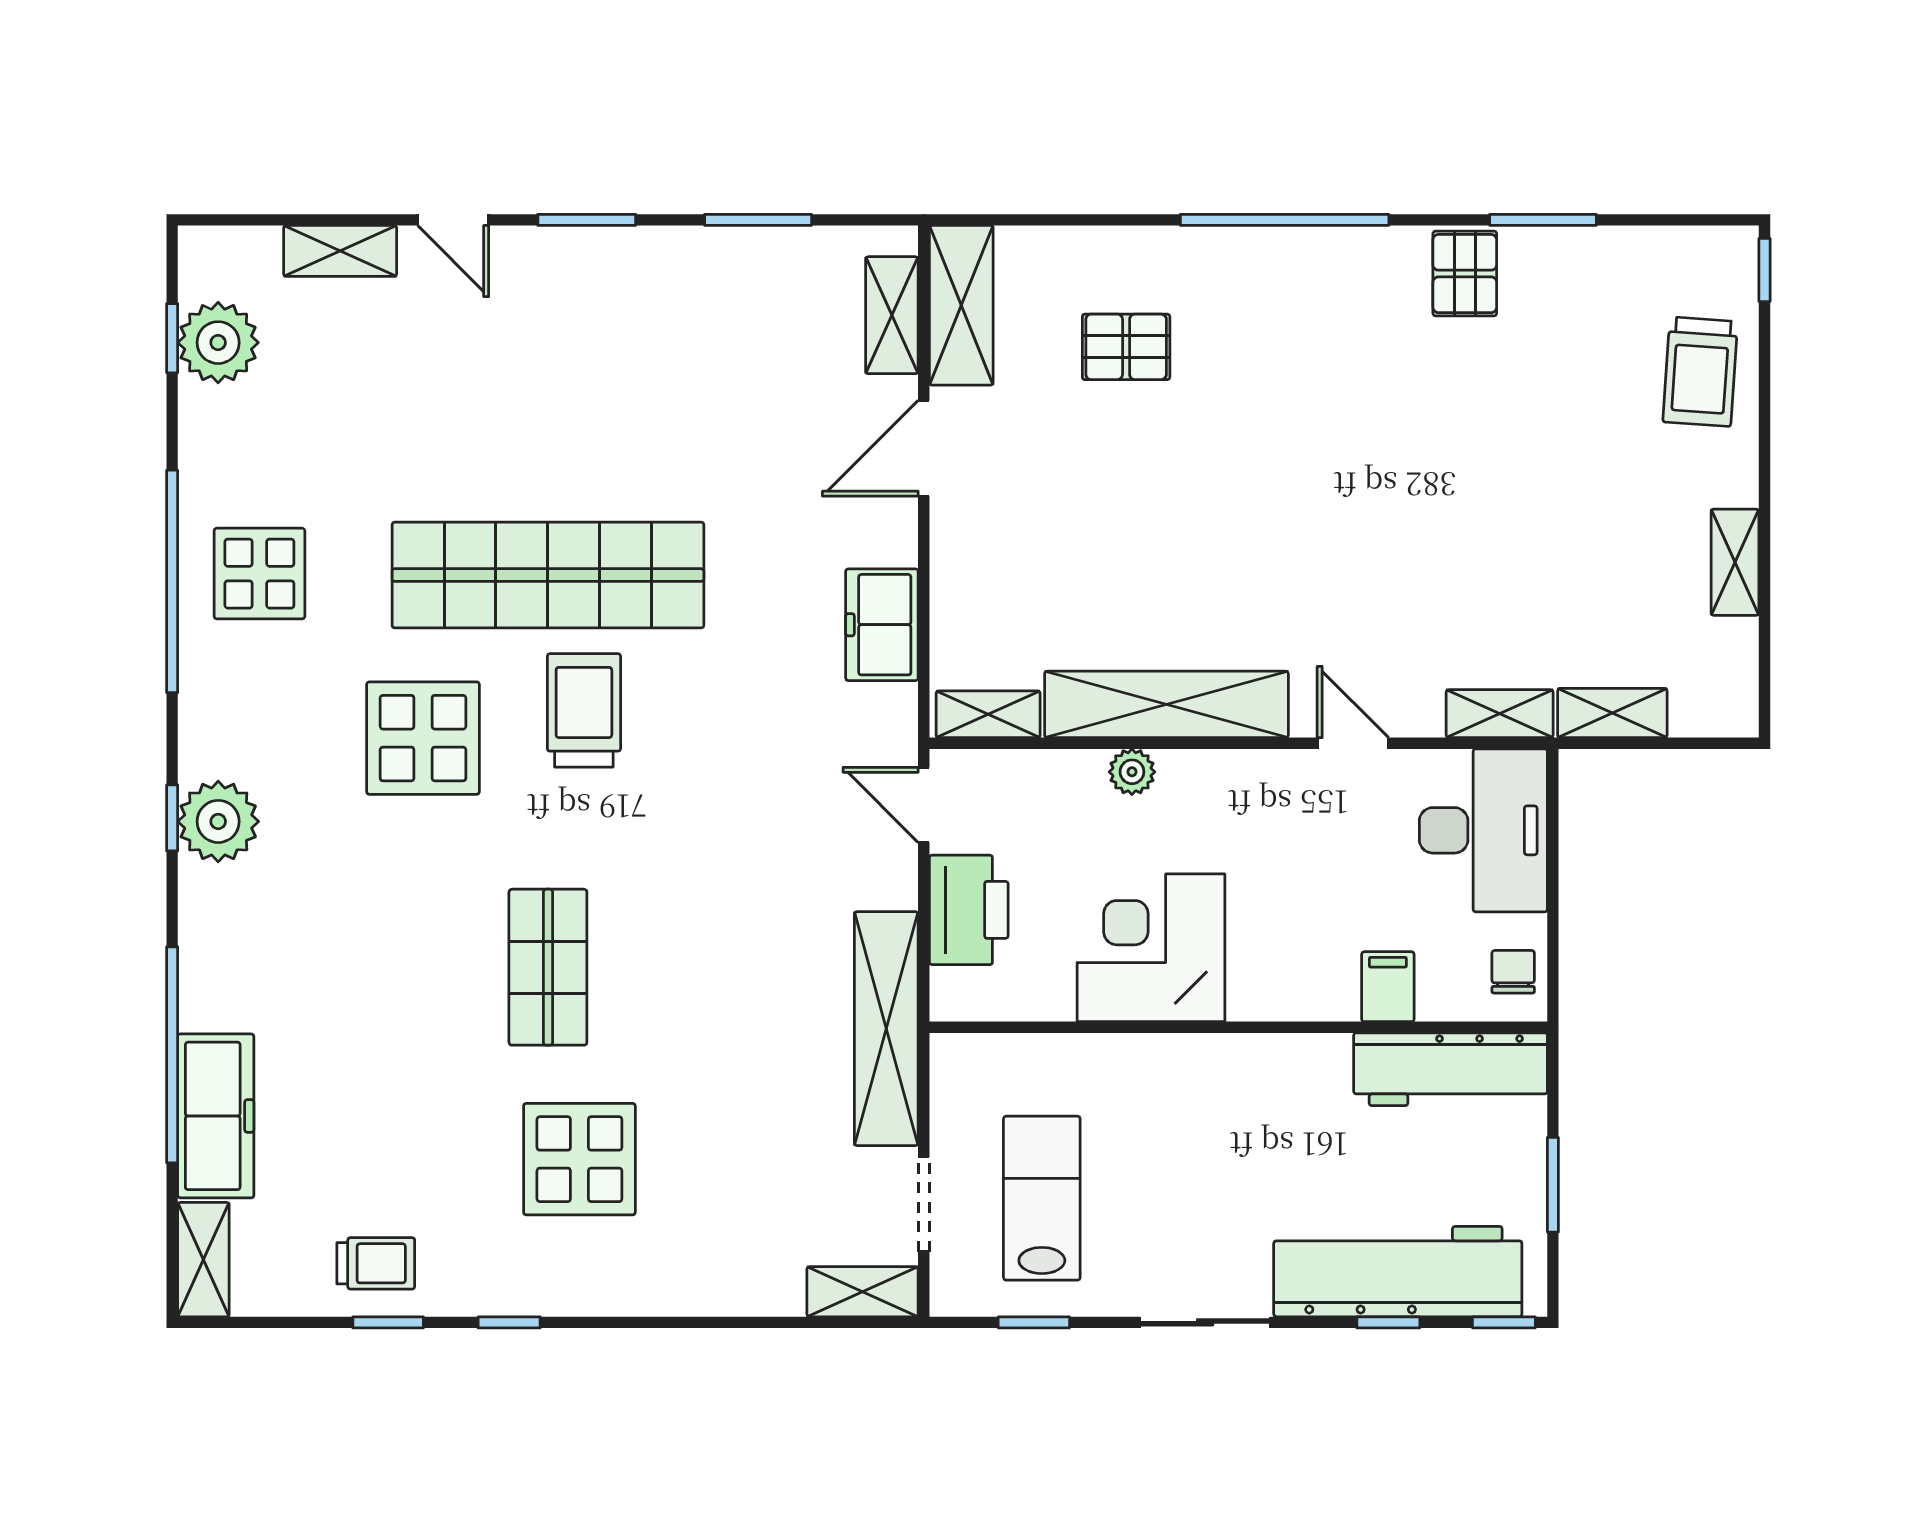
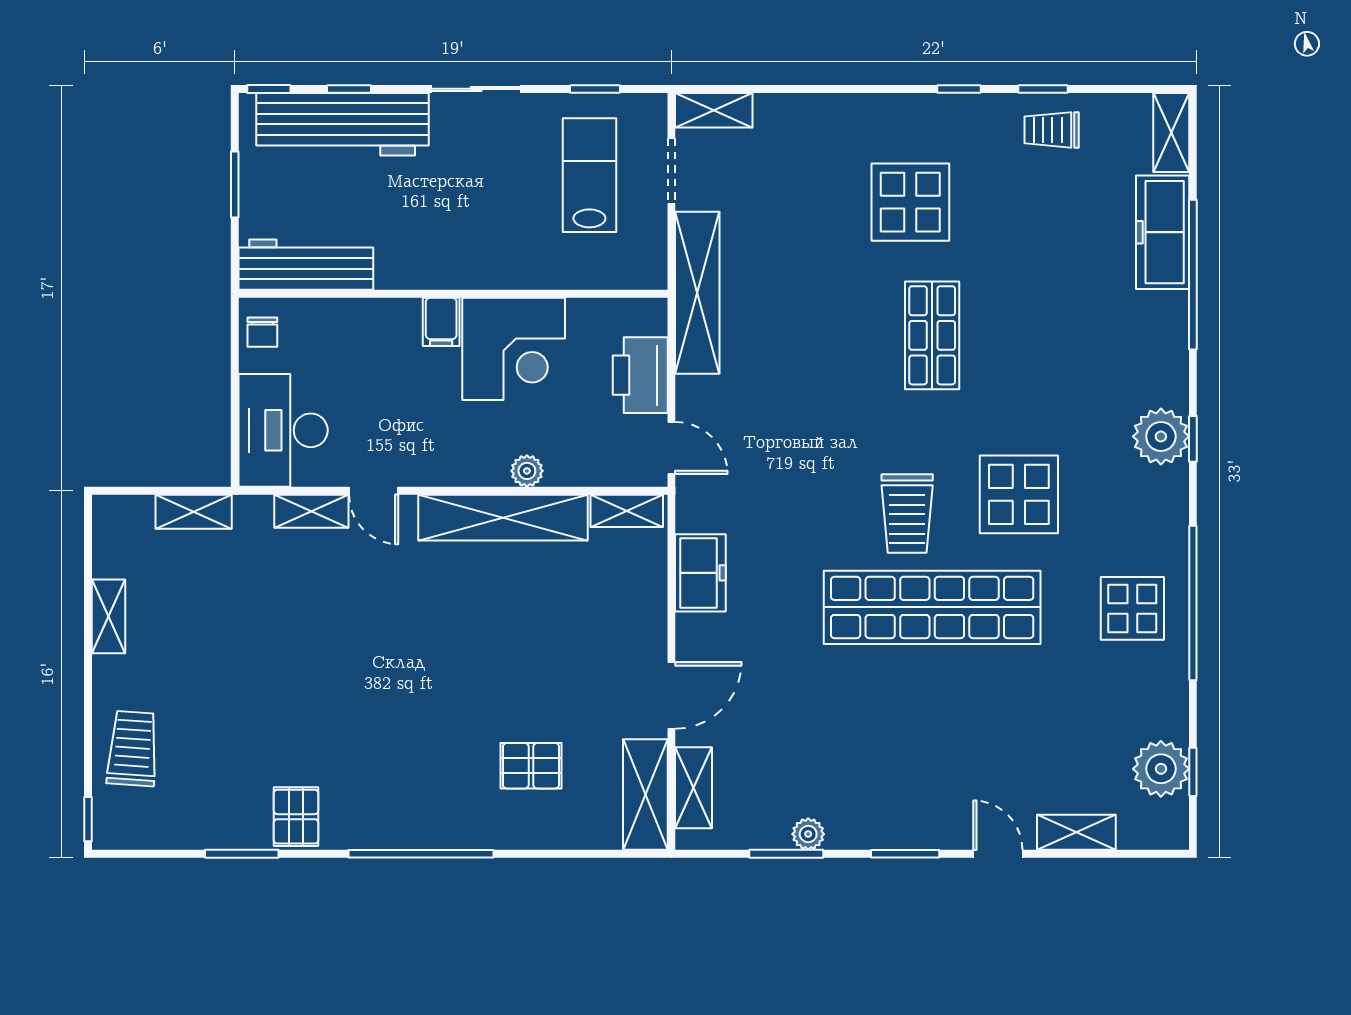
plant: (727, 248) -> (808, 834), added
shelving: (1500, 714) -> (311, 511), moved
filing cabinet: (1388, 987) -> (441, 322), moved
lab bench: (1042, 1198) -> (589, 175), turned 180

